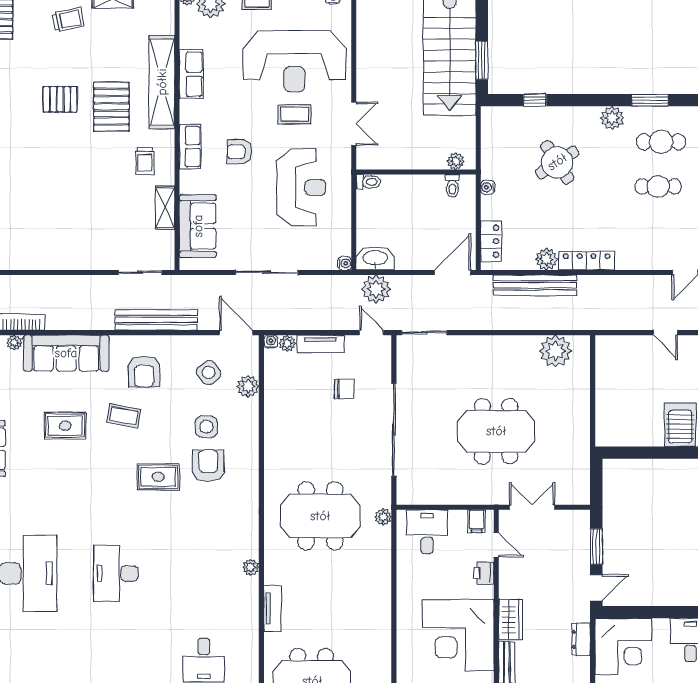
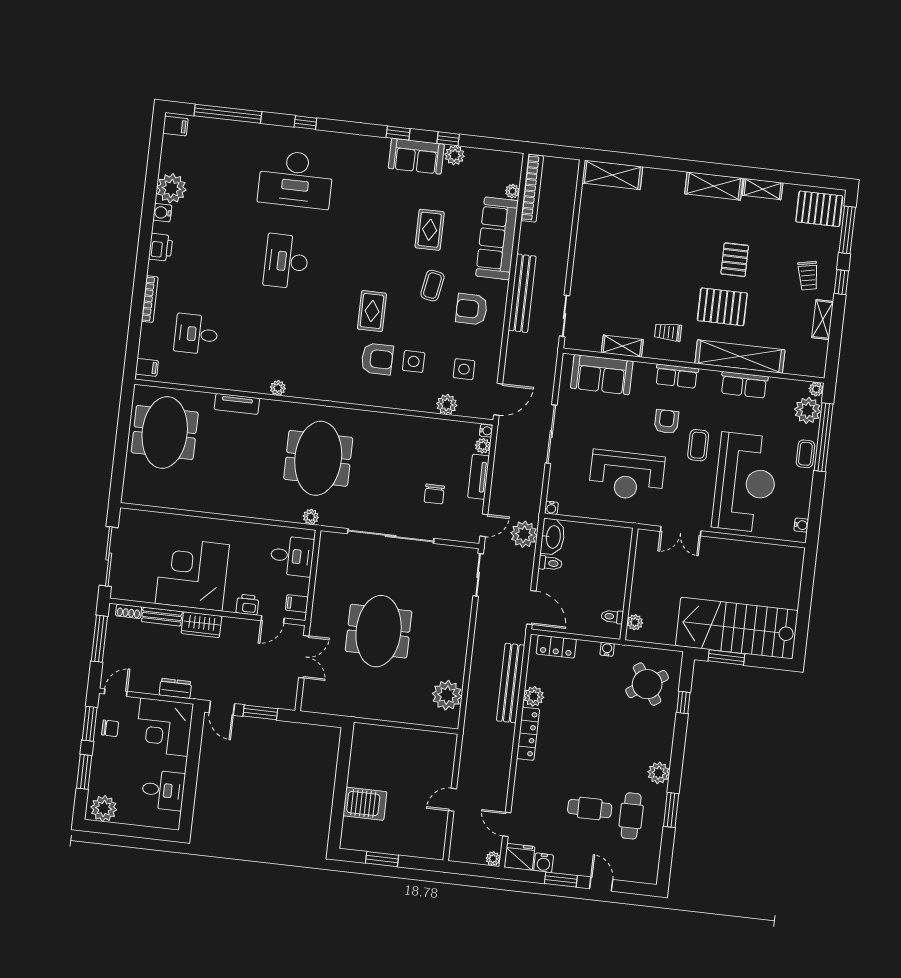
reception desk: (294, 61) -> (745, 482), turned 180
coffee table: (295, 114) -> (698, 445), moved
round table: (557, 162) -> (647, 684), moved
toilet: (368, 182) -> (550, 563), moved, turned -90
cafe table: (658, 186) -> (590, 809), turned 90
bench: (156, 320) -> (522, 293), moved
side table: (208, 372) -> (464, 369), turned 37
desk: (116, 573) -> (286, 261), turned -90

